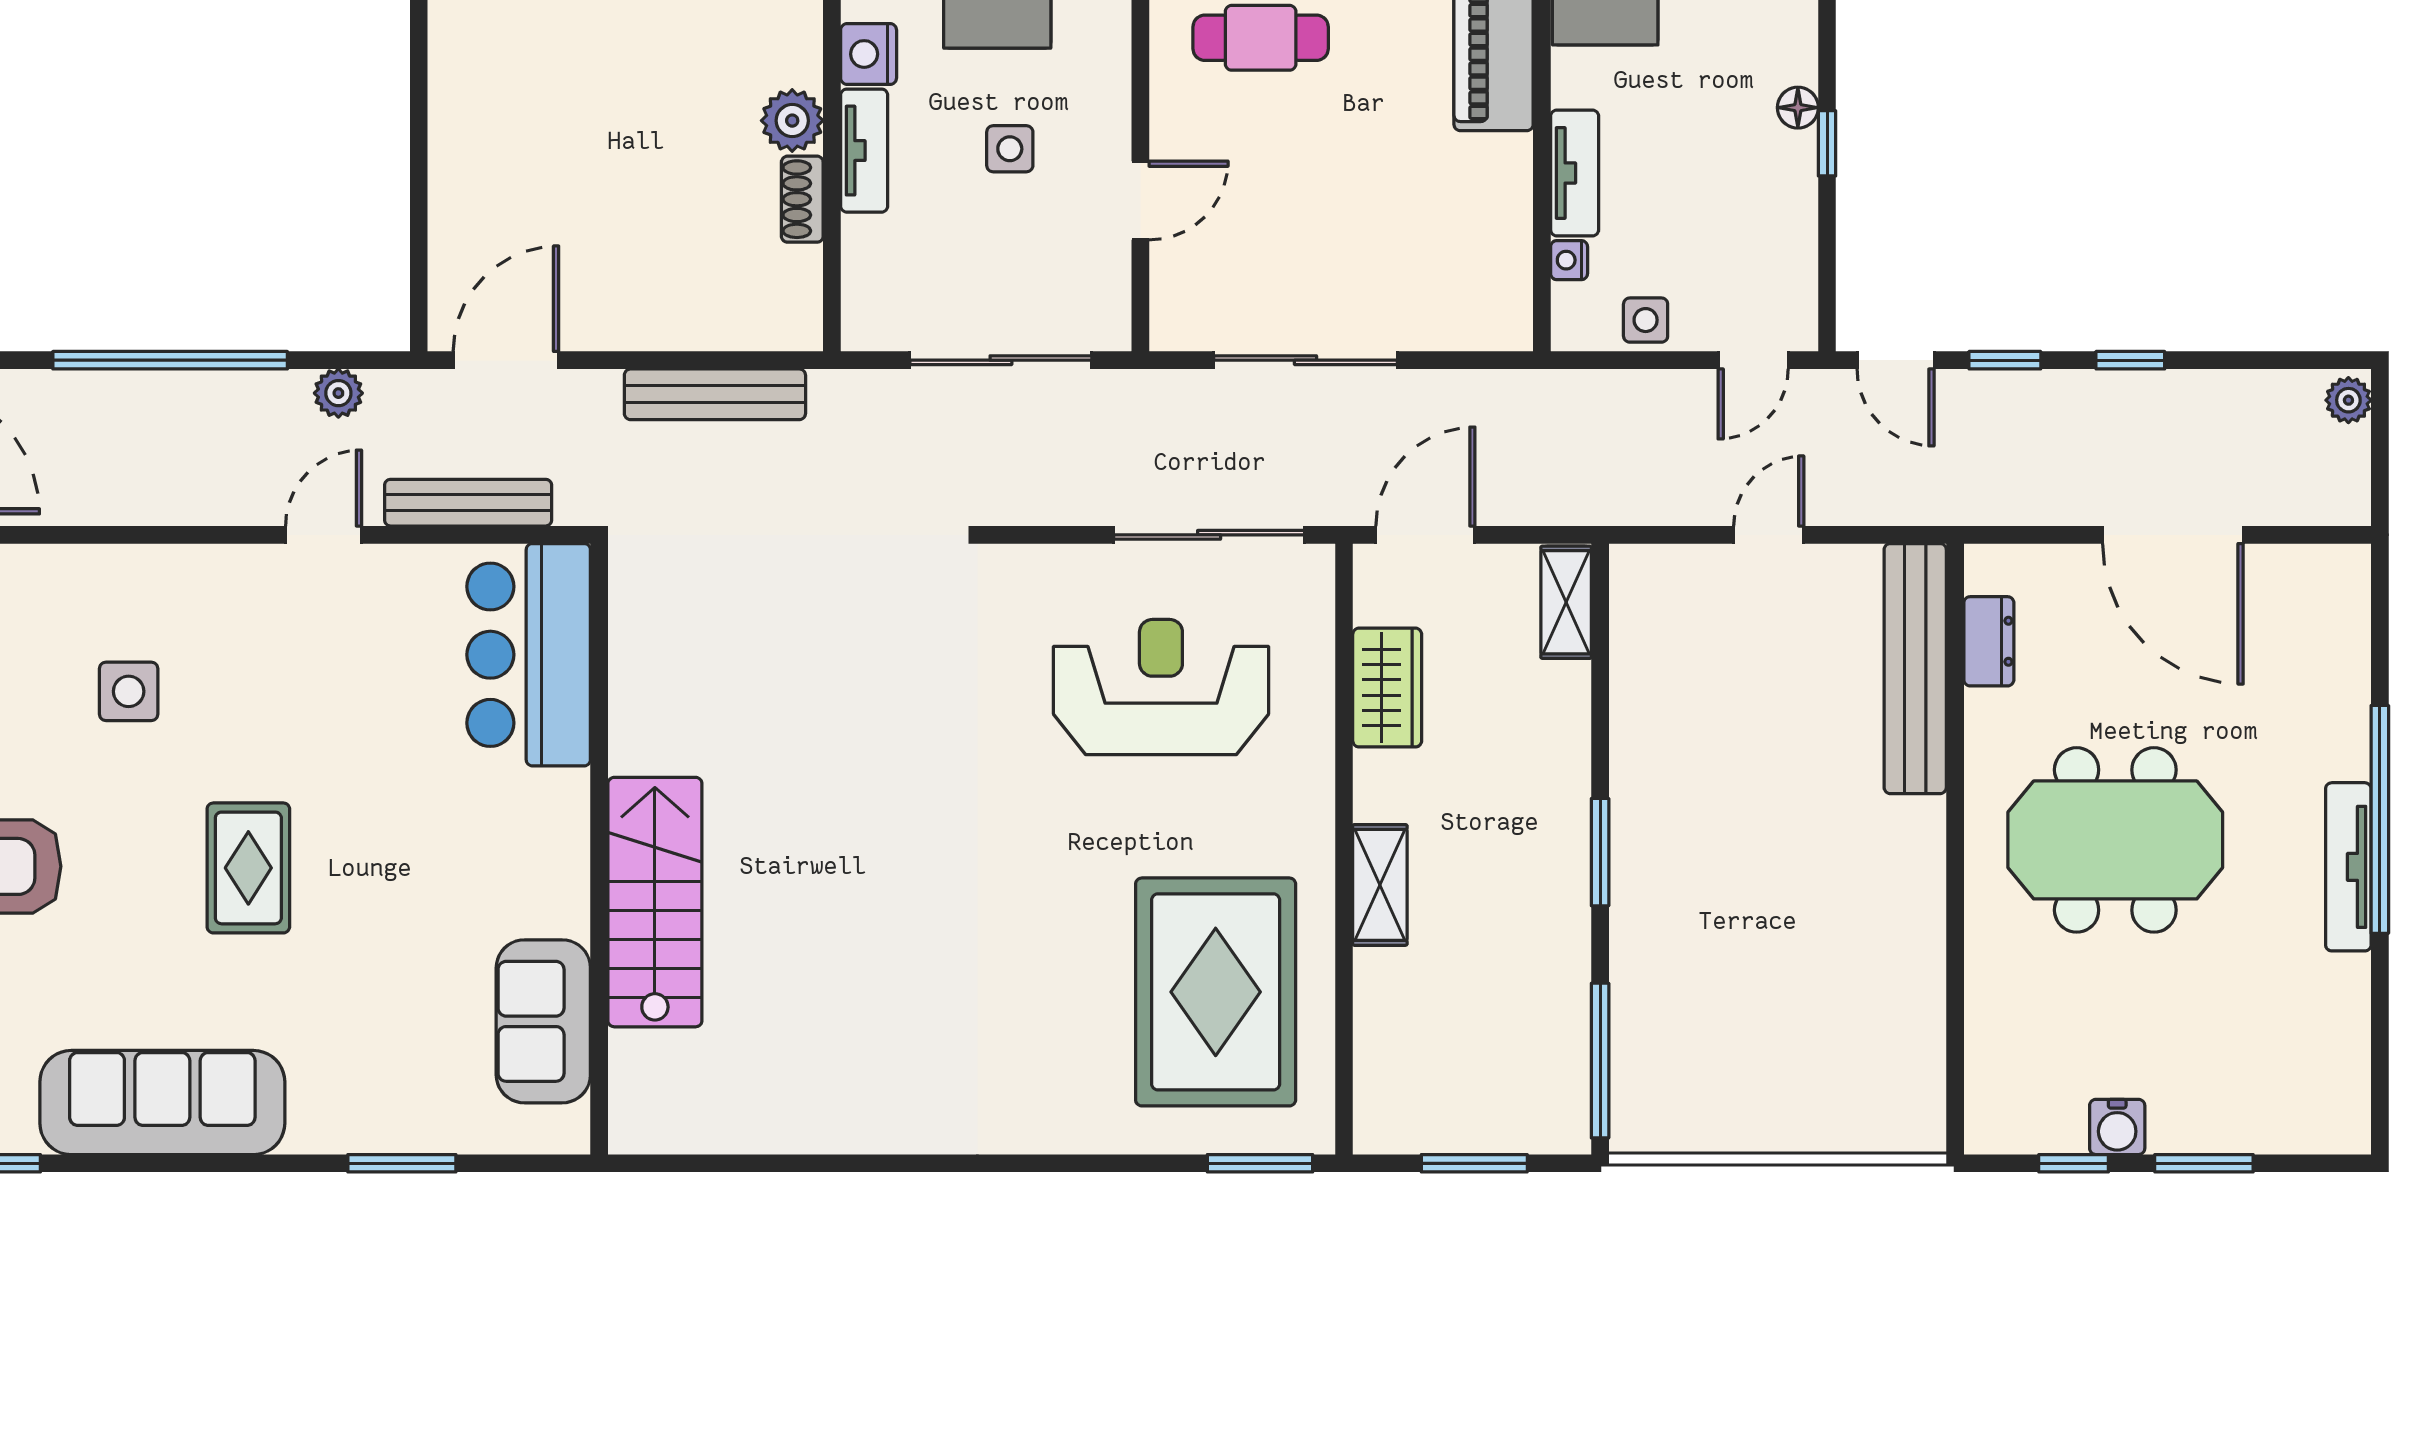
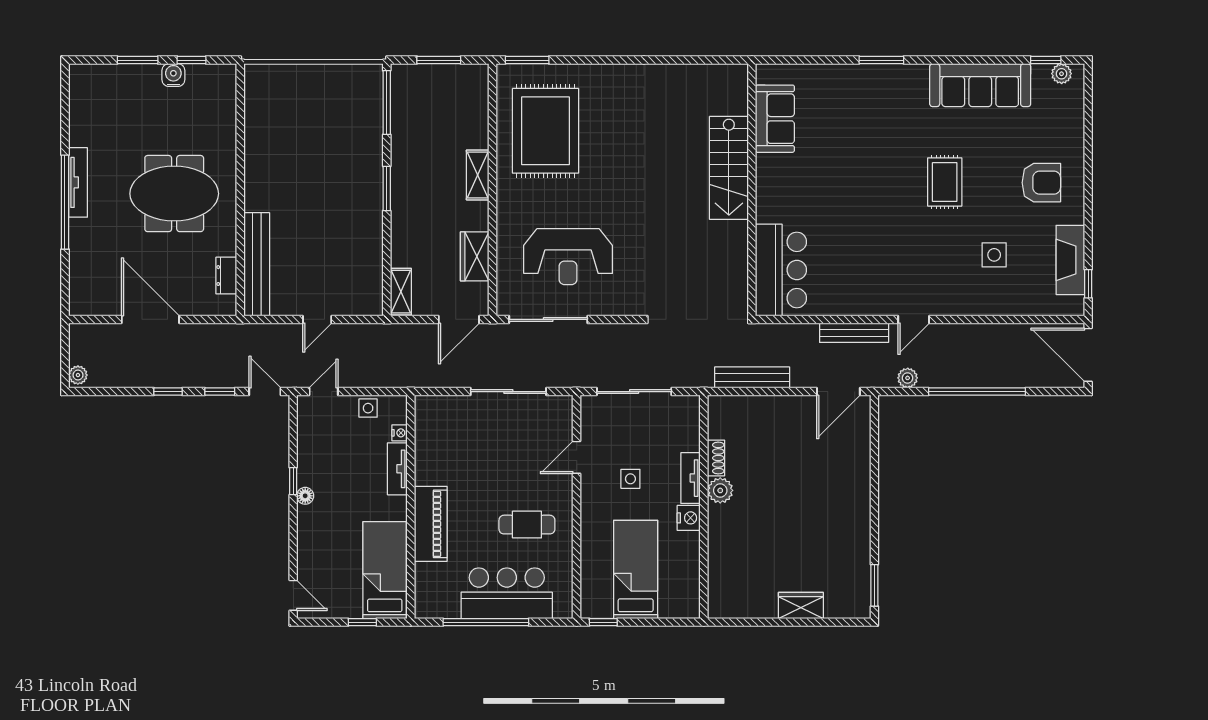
bar counter: (529, 655) -> (781, 270), moved
wall: (599, 849) -> (752, 190), moved
stairs: (655, 902) -> (729, 168), moved
sofa: (543, 1021) -> (775, 119), moved

